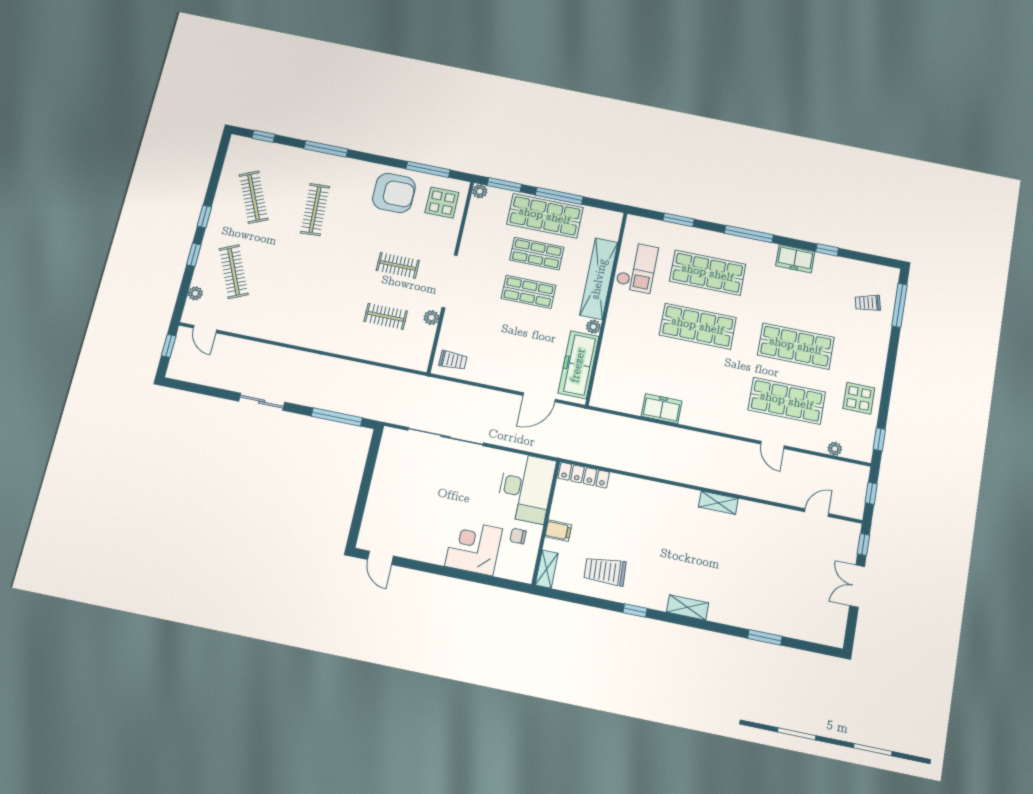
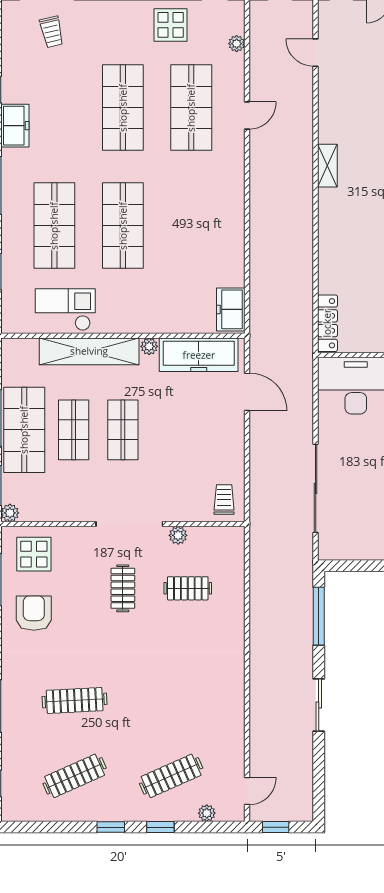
armchair: (394, 193) -> (34, 613), width x0.73, depth x0.73
clothes rail: (386, 316) -> (188, 588), turned 90
freezer: (662, 409) -> (231, 309), moved

